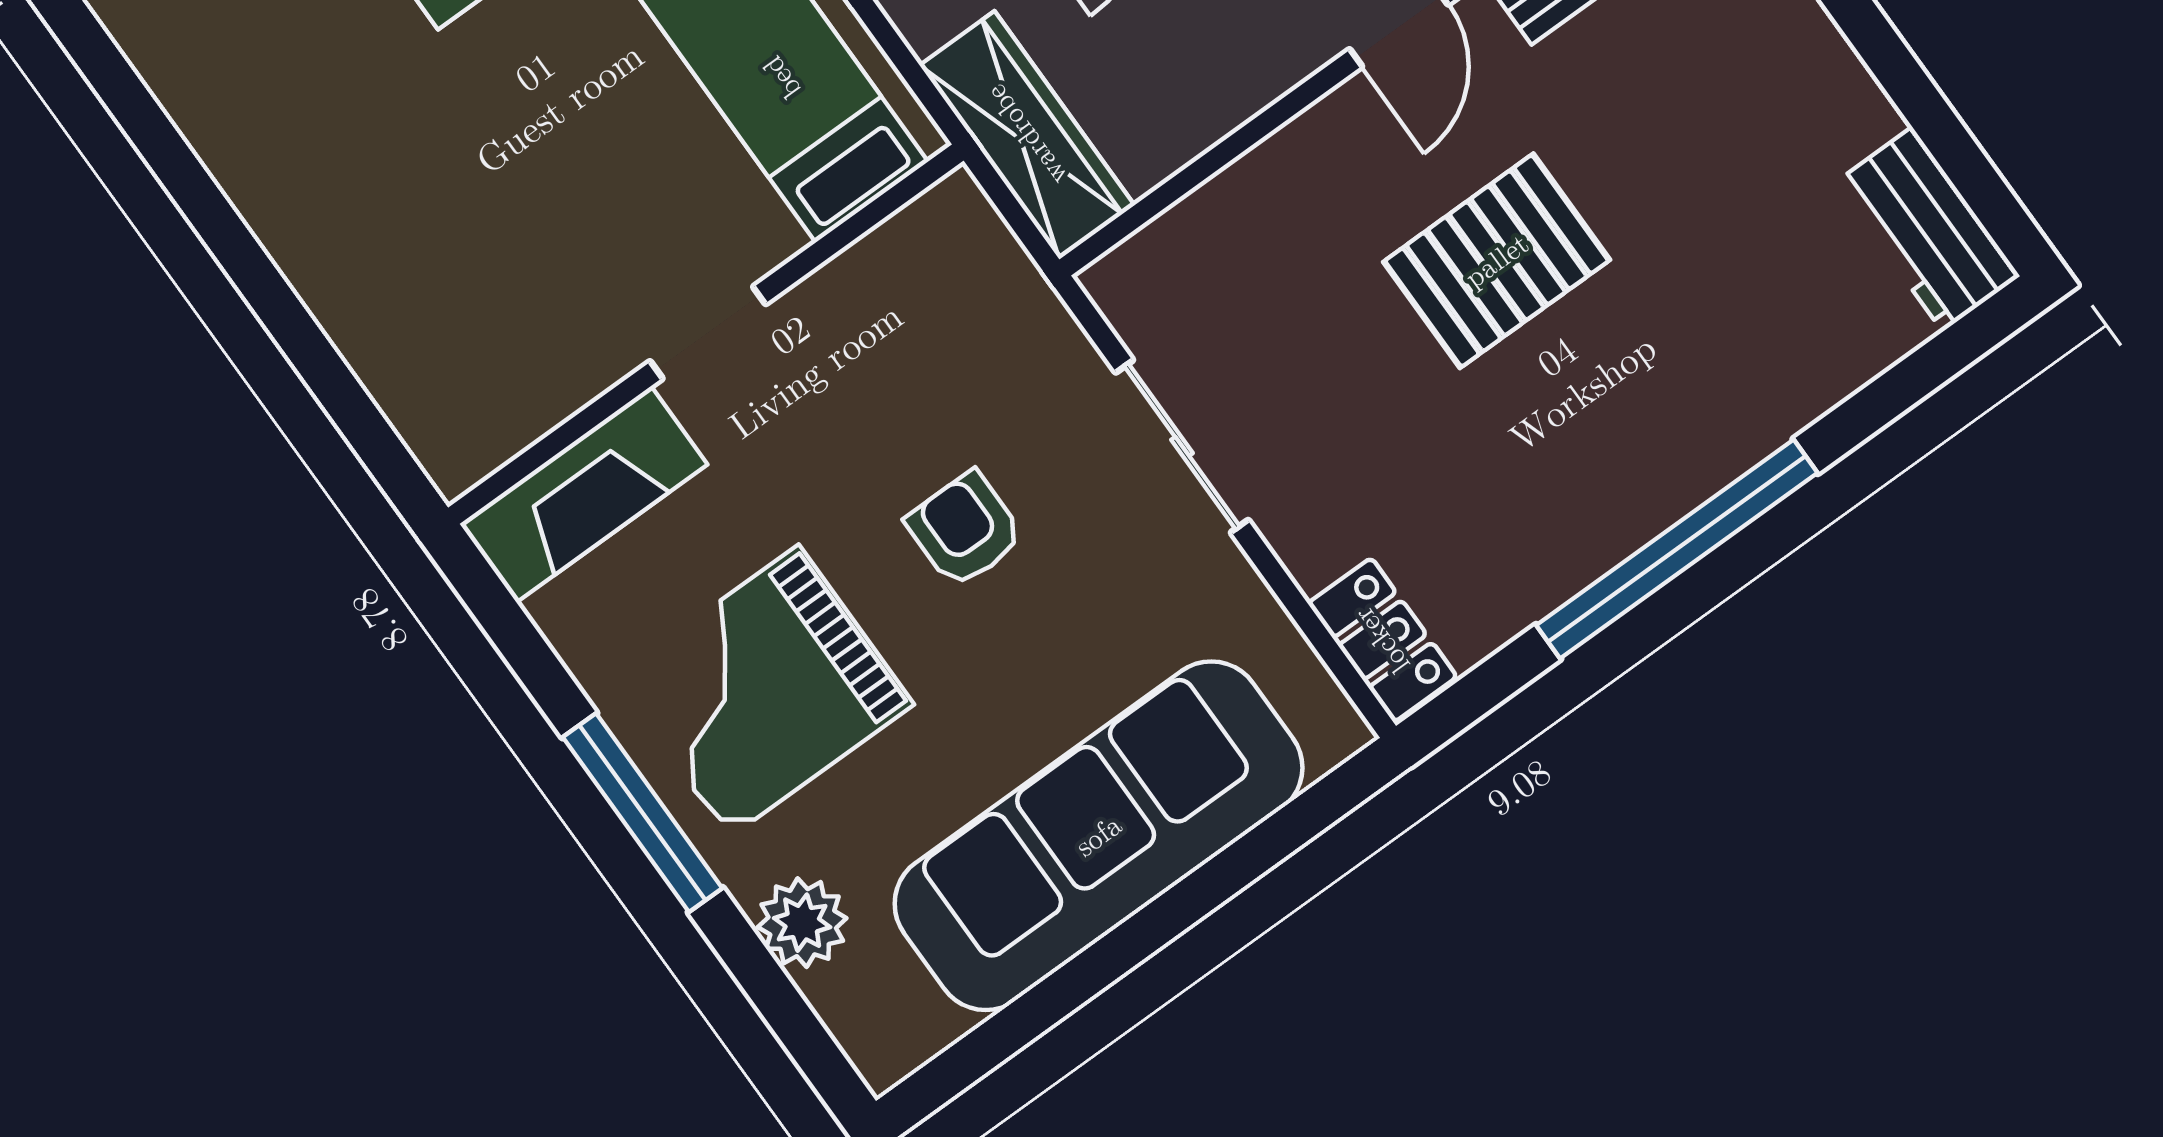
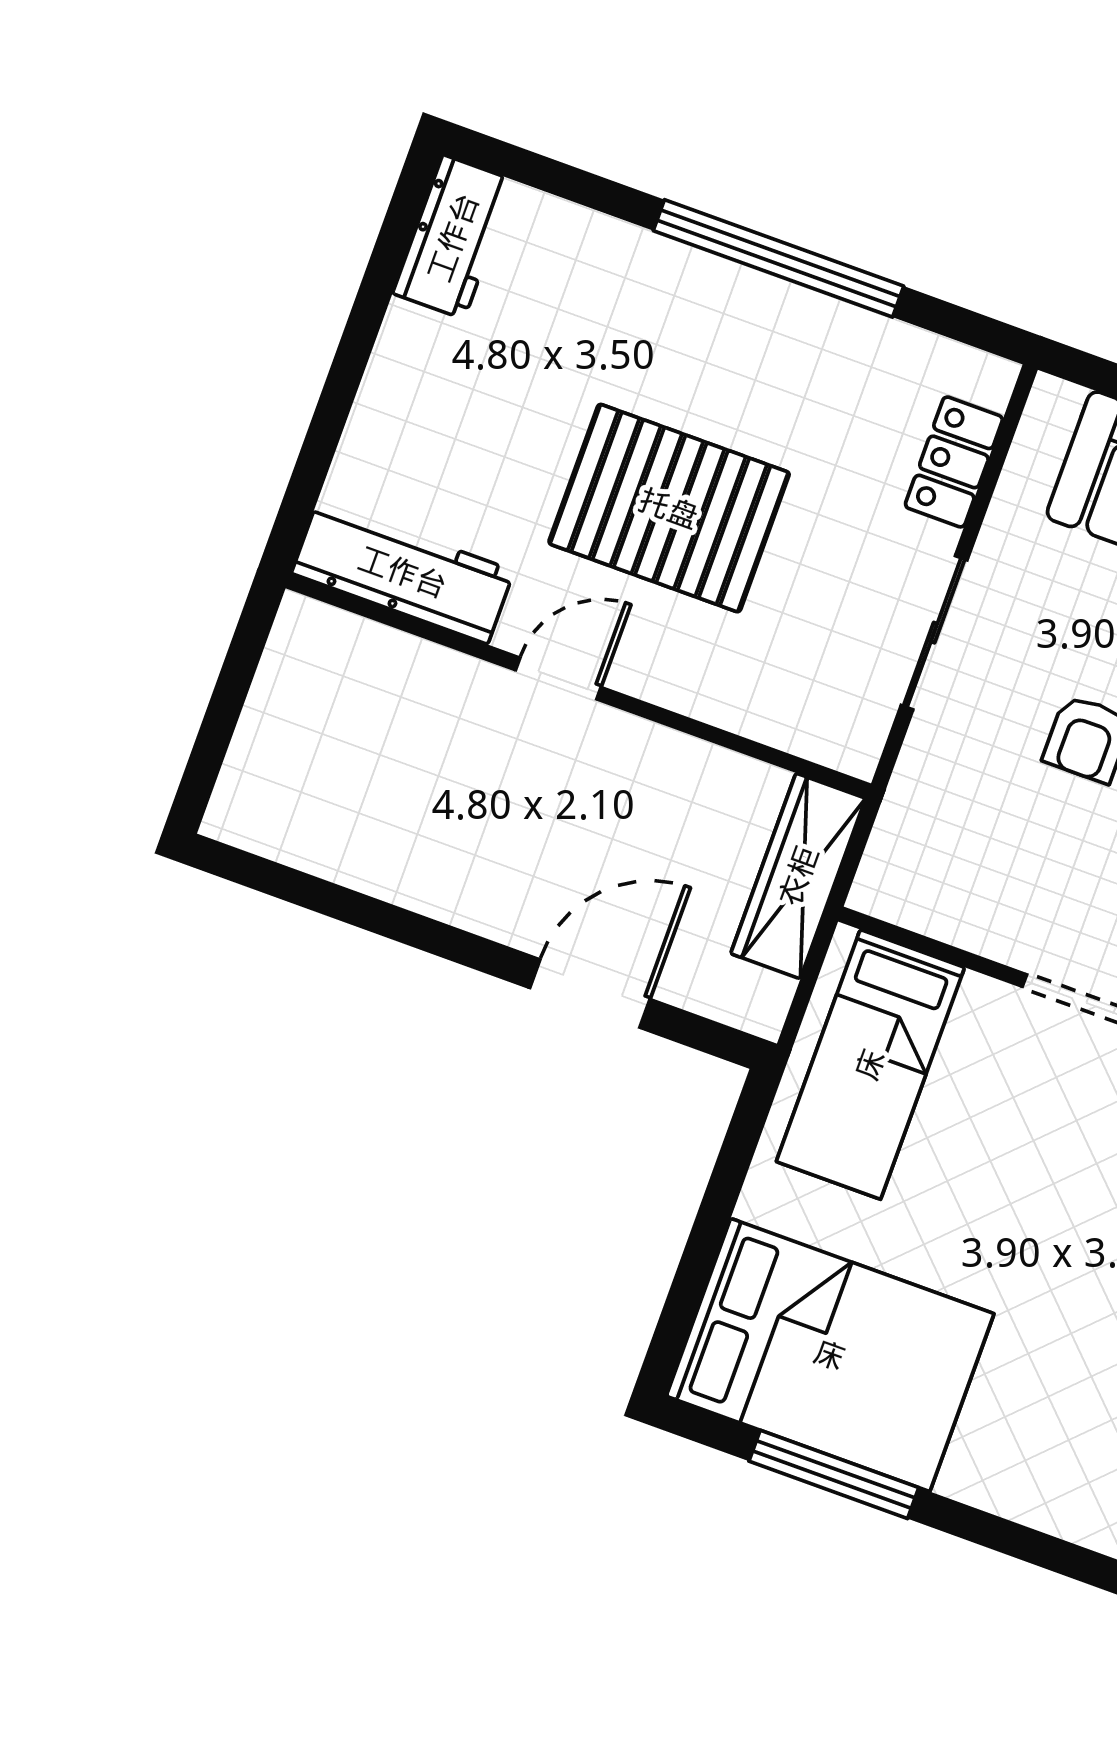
pallet: (1497, 261) -> (669, 508), width x1.37, depth x1.41
locker: (1382, 640) -> (954, 462), moved

